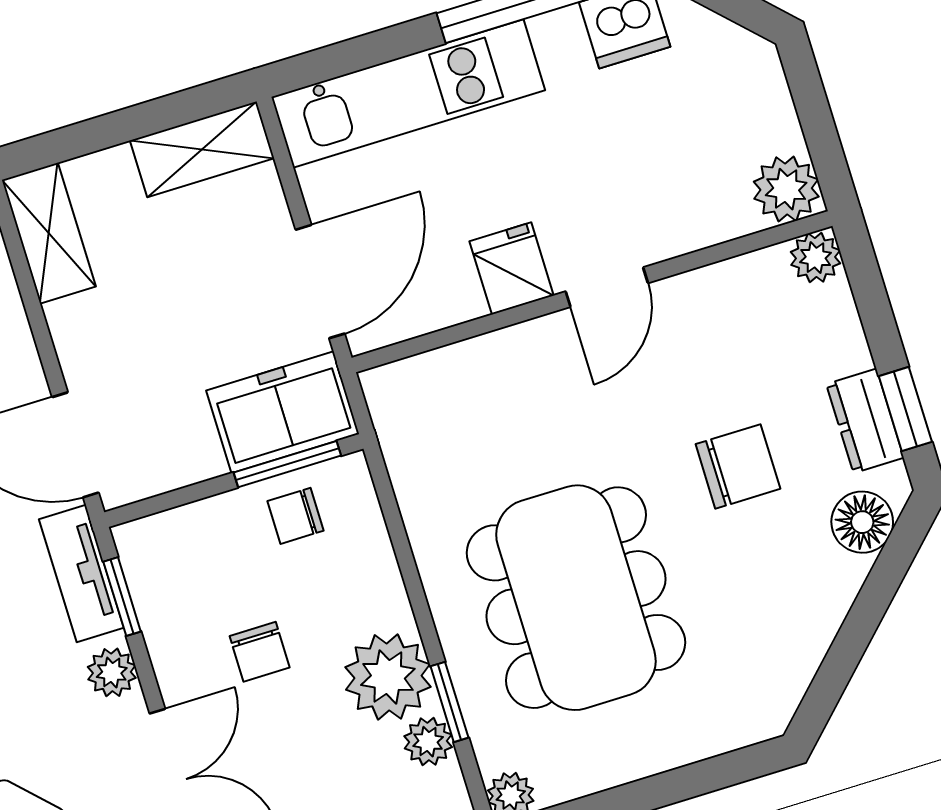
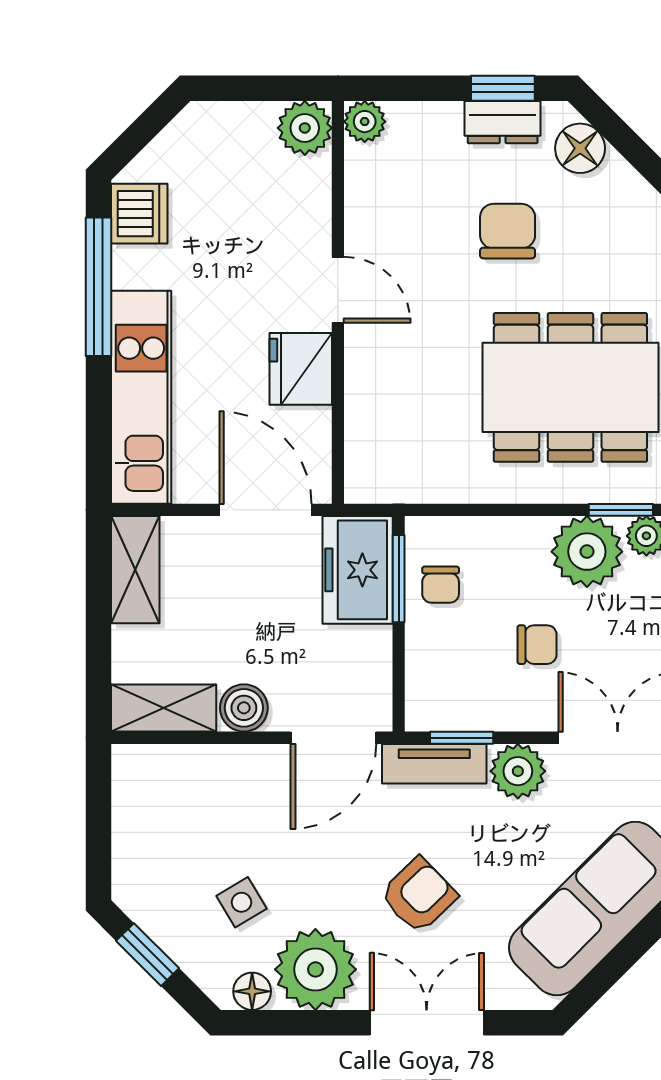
fridge: (512, 268) -> (301, 369), width x1.38
boiler: (78, 328) -> (244, 708), added
plant: (112, 672) -> (518, 771), width x1.38, depth x1.38

